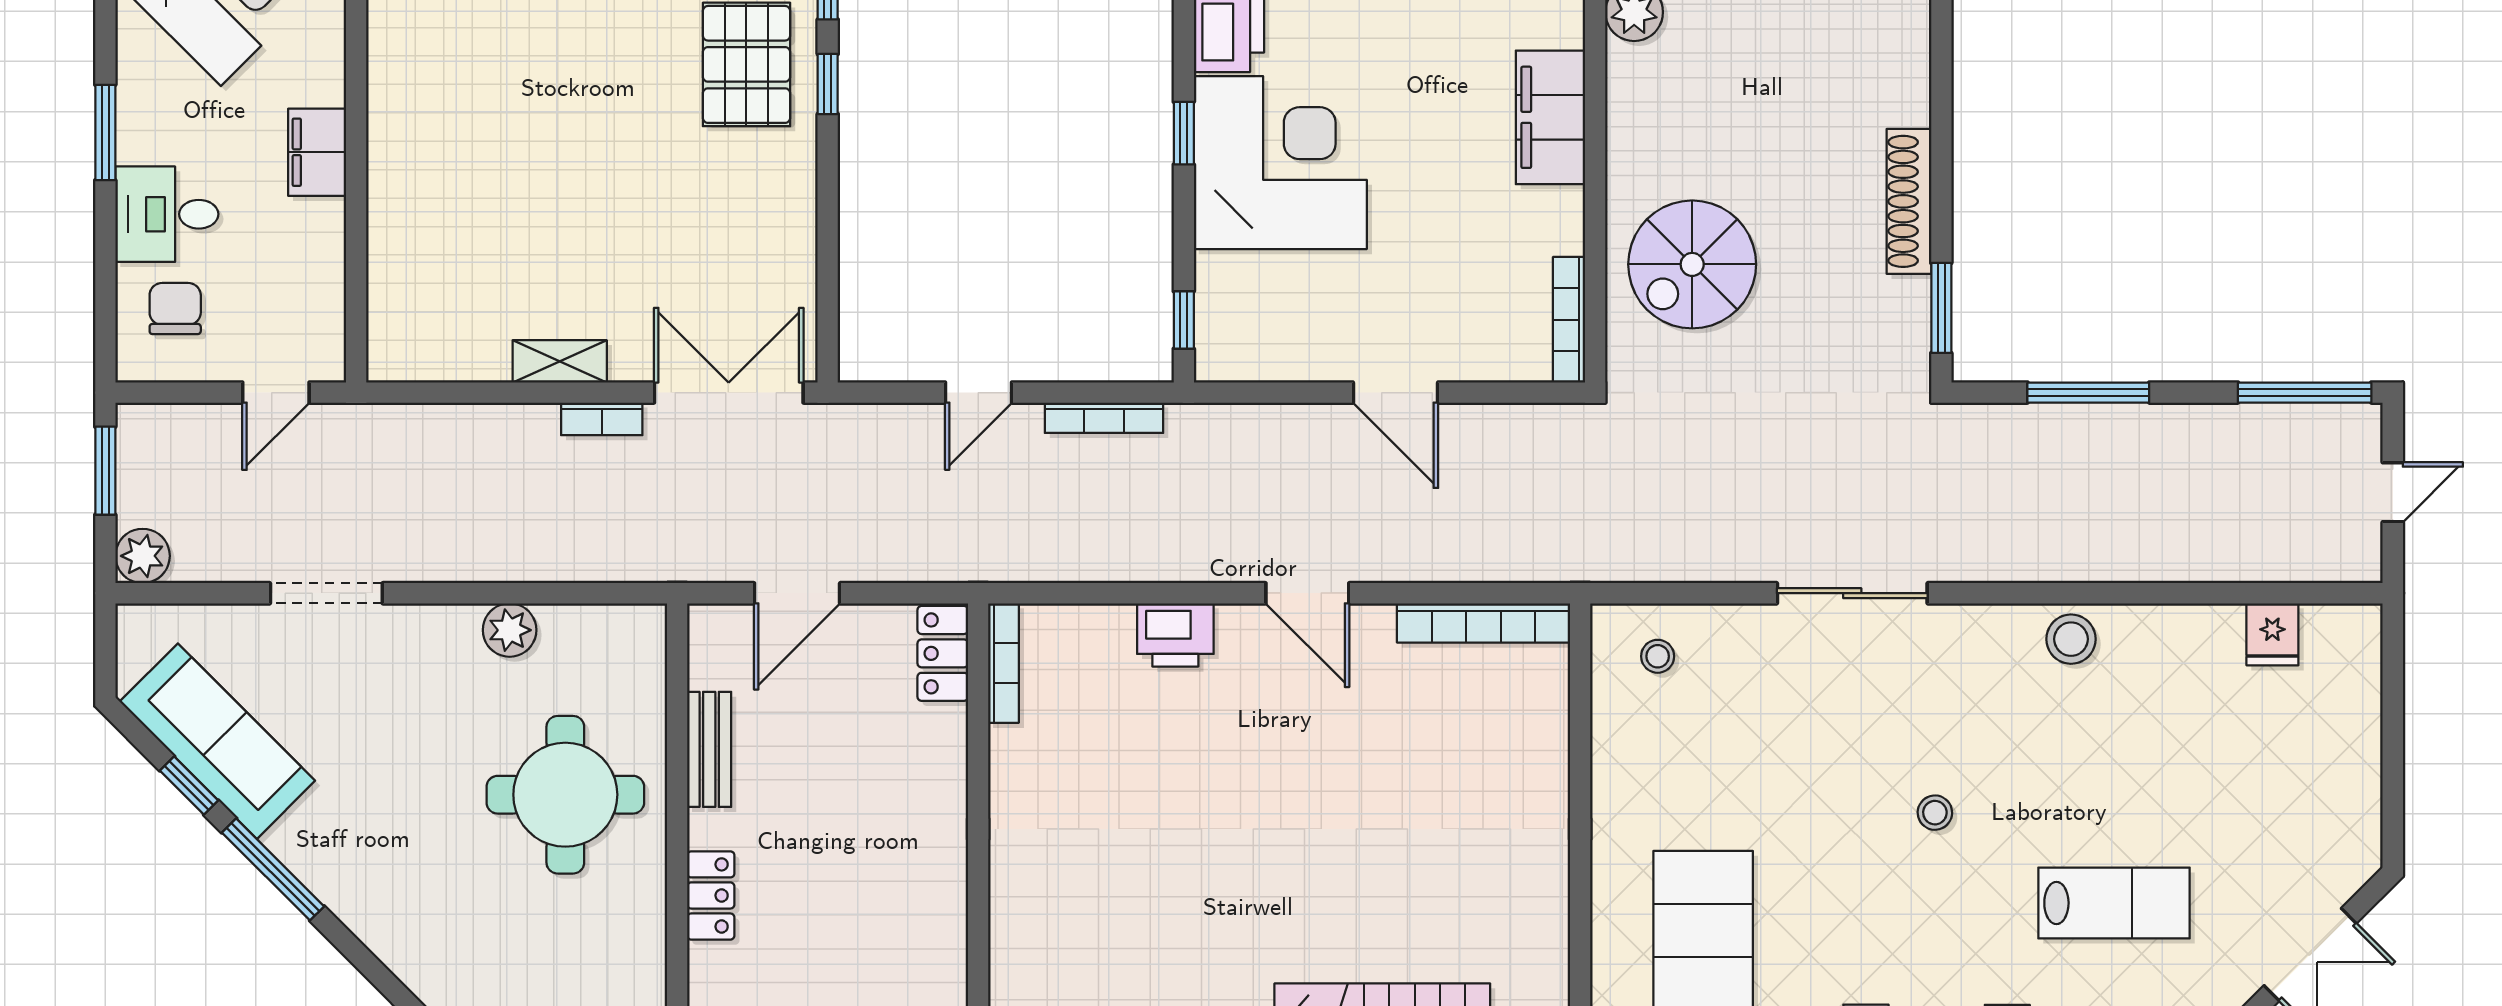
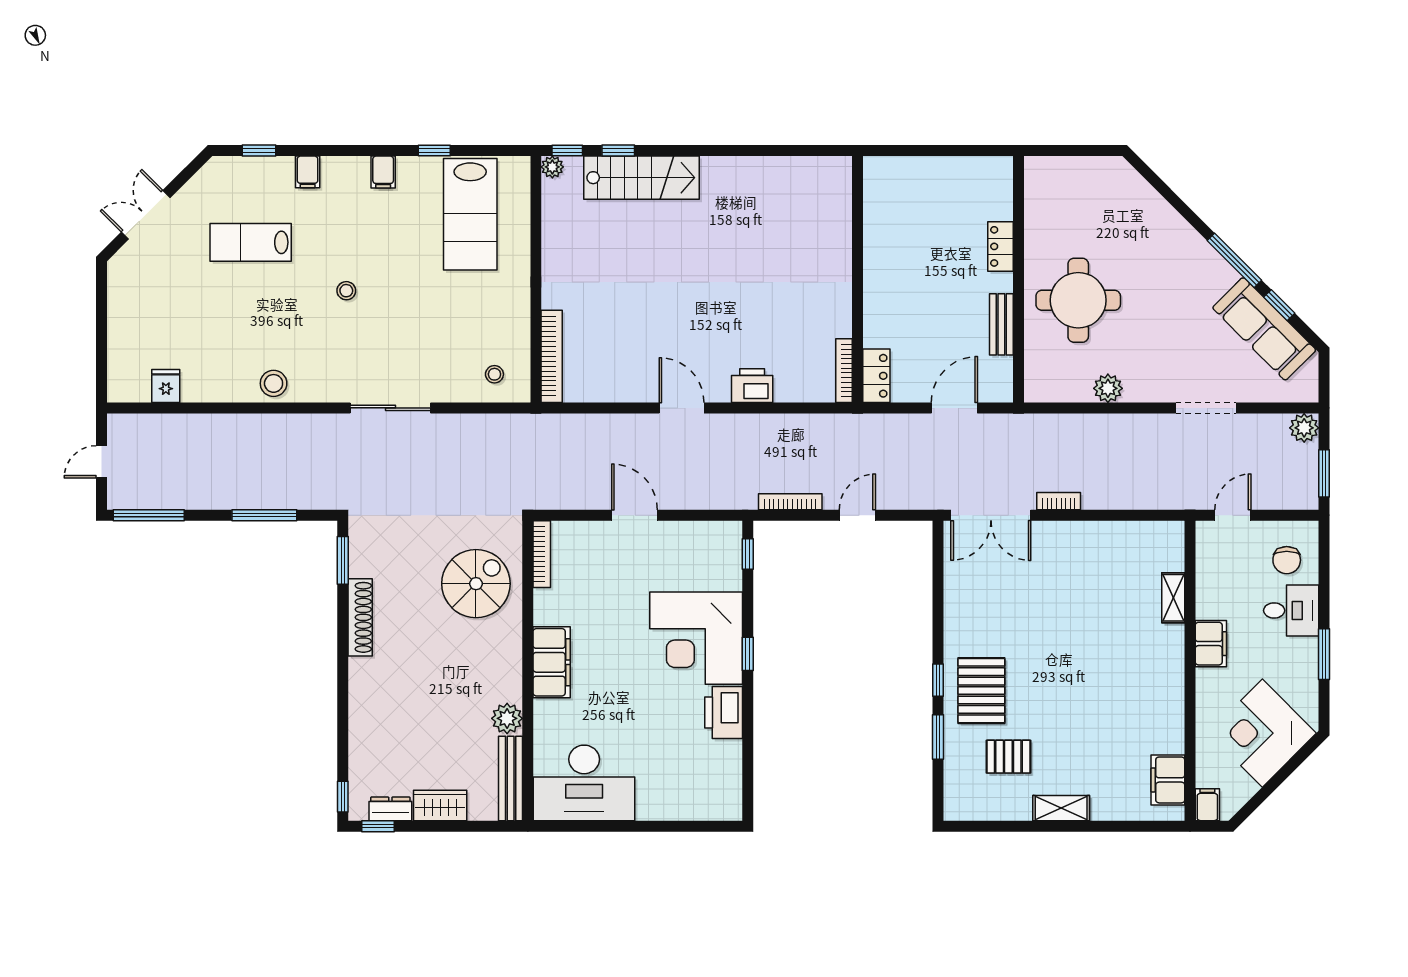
shelving: (560, 361) -> (1173, 598), moved, turned 90
bookcase: (1484, 623) -> (552, 356), moved, turned 90

